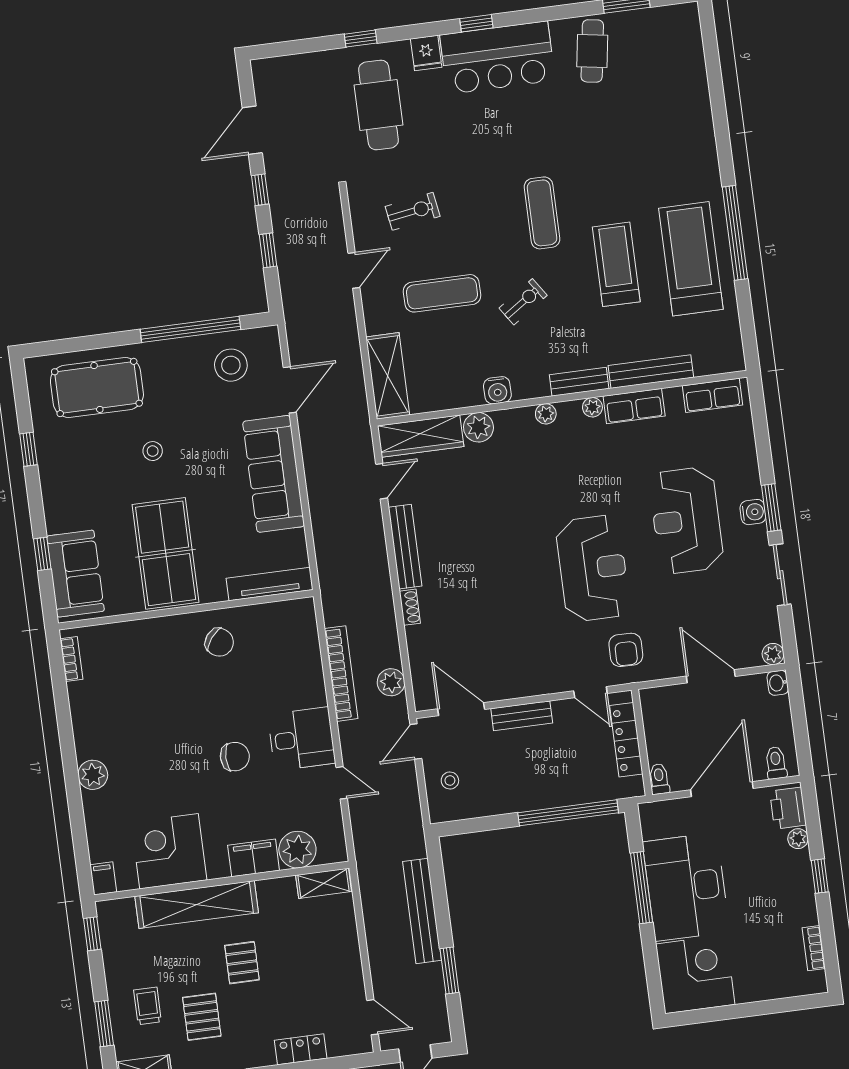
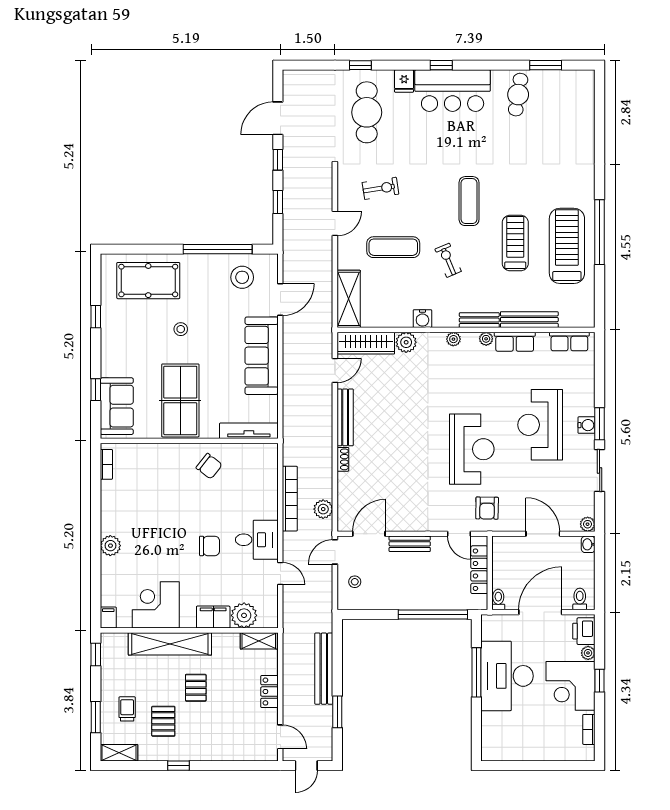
exercise bike: (523, 302) -> (448, 260), turned -79
door: (461, 709) -> (369, 534), hinge flipped
corner desk: (695, 974) -> (571, 686), moved, turned 180
locker: (301, 1049) -> (269, 692), moved, turned -90

